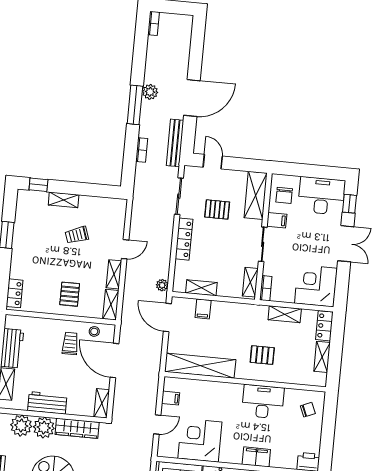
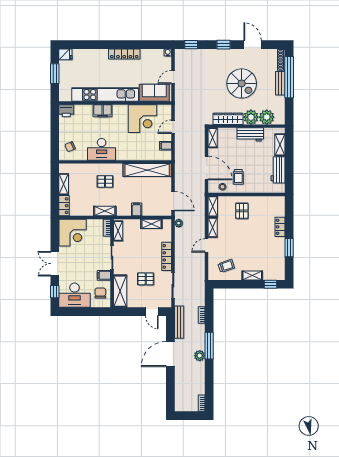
trolley: (77, 235) -> (226, 266), moved
locker: (15, 293) -> (280, 227), moved
filing cabinet: (203, 309) -> (137, 209), moved
shelving: (285, 314) -> (105, 211), moved

